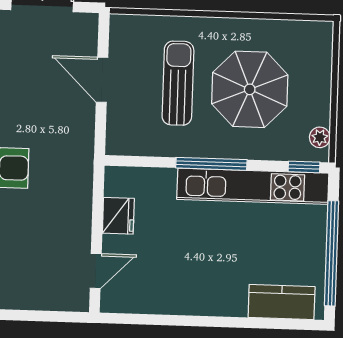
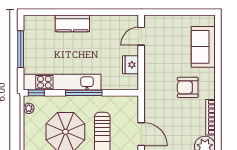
window: (332, 253) -> (21, 49), width x0.68
kitchen counter: (282, 302) -> (72, 23), moved

